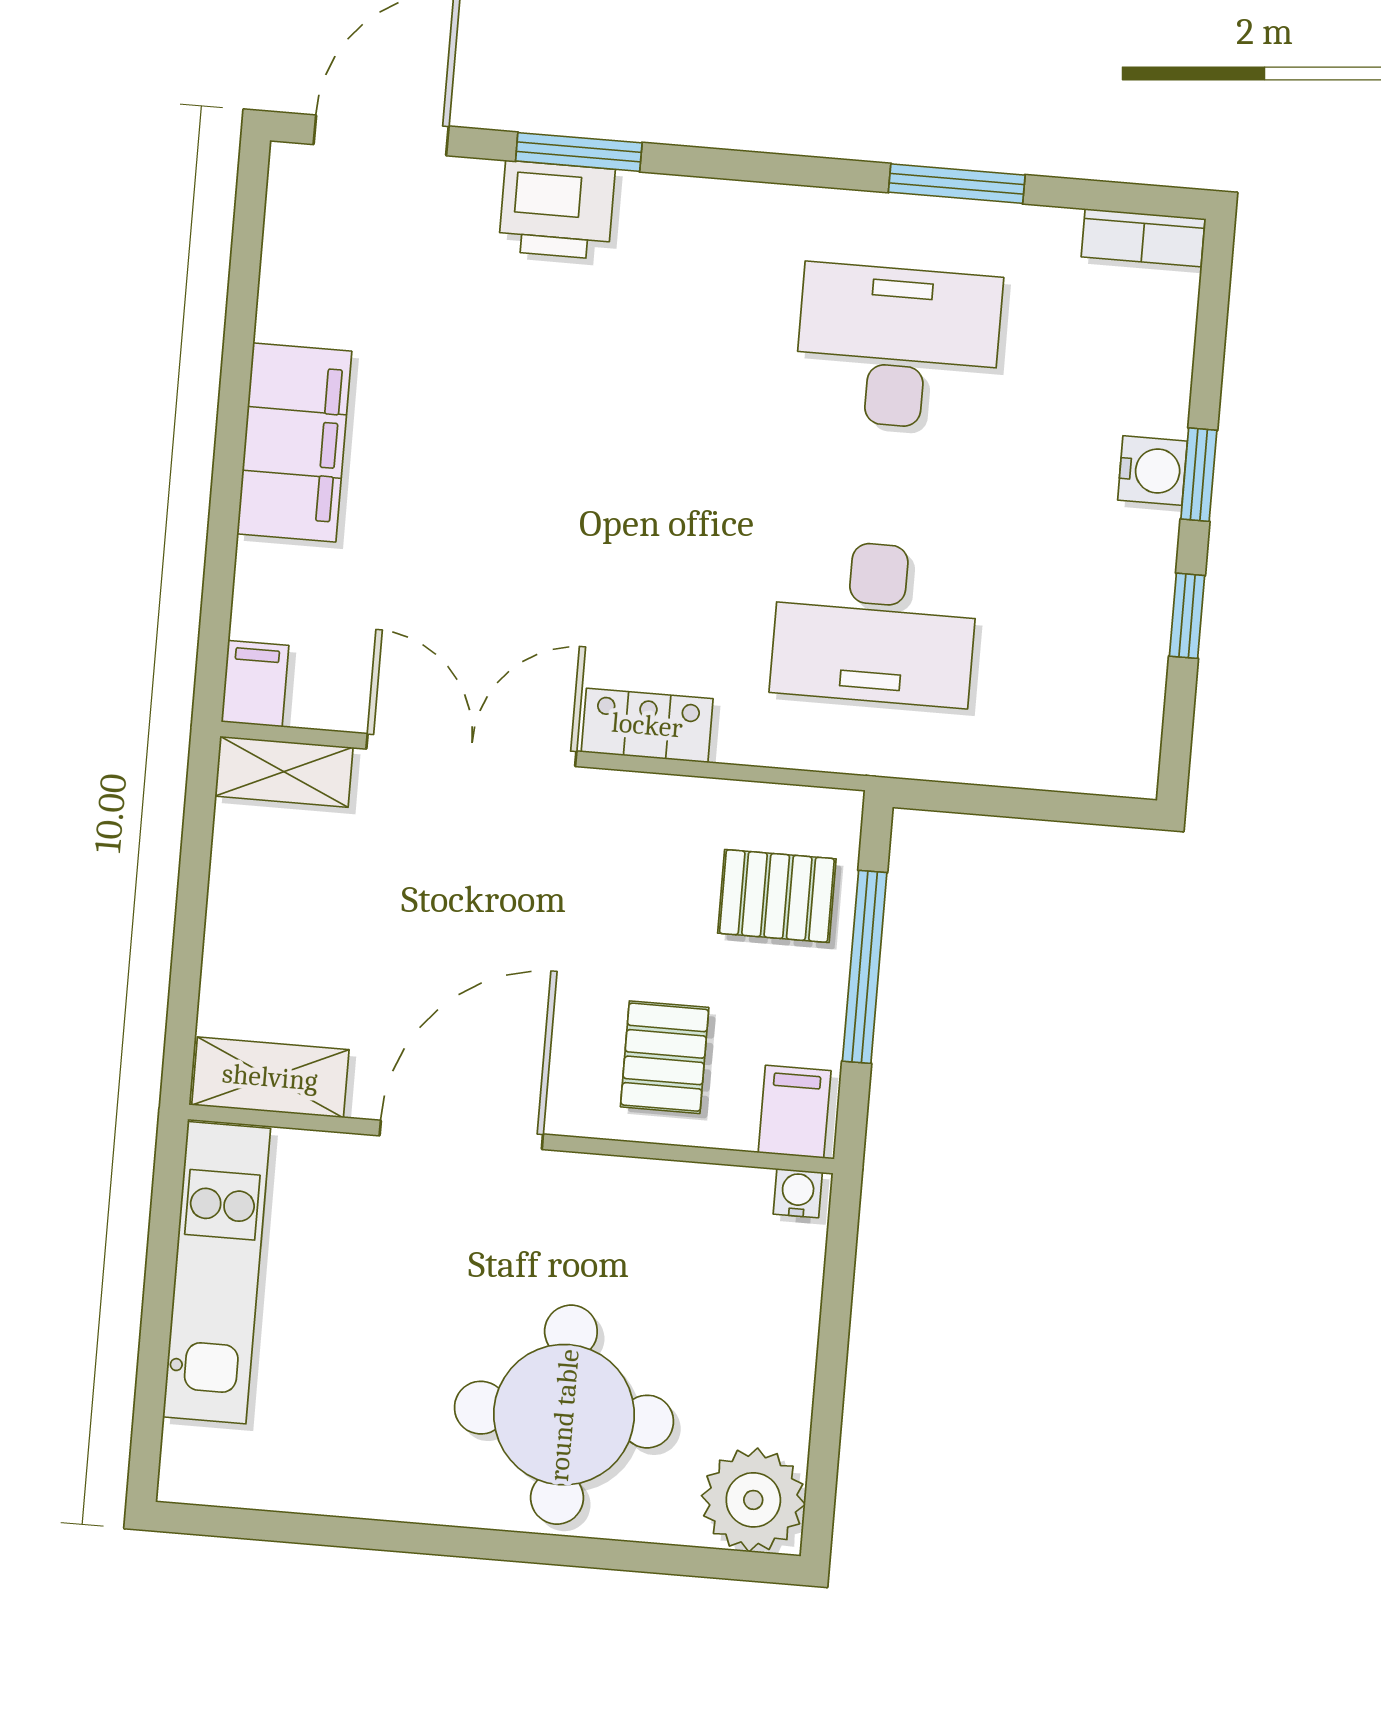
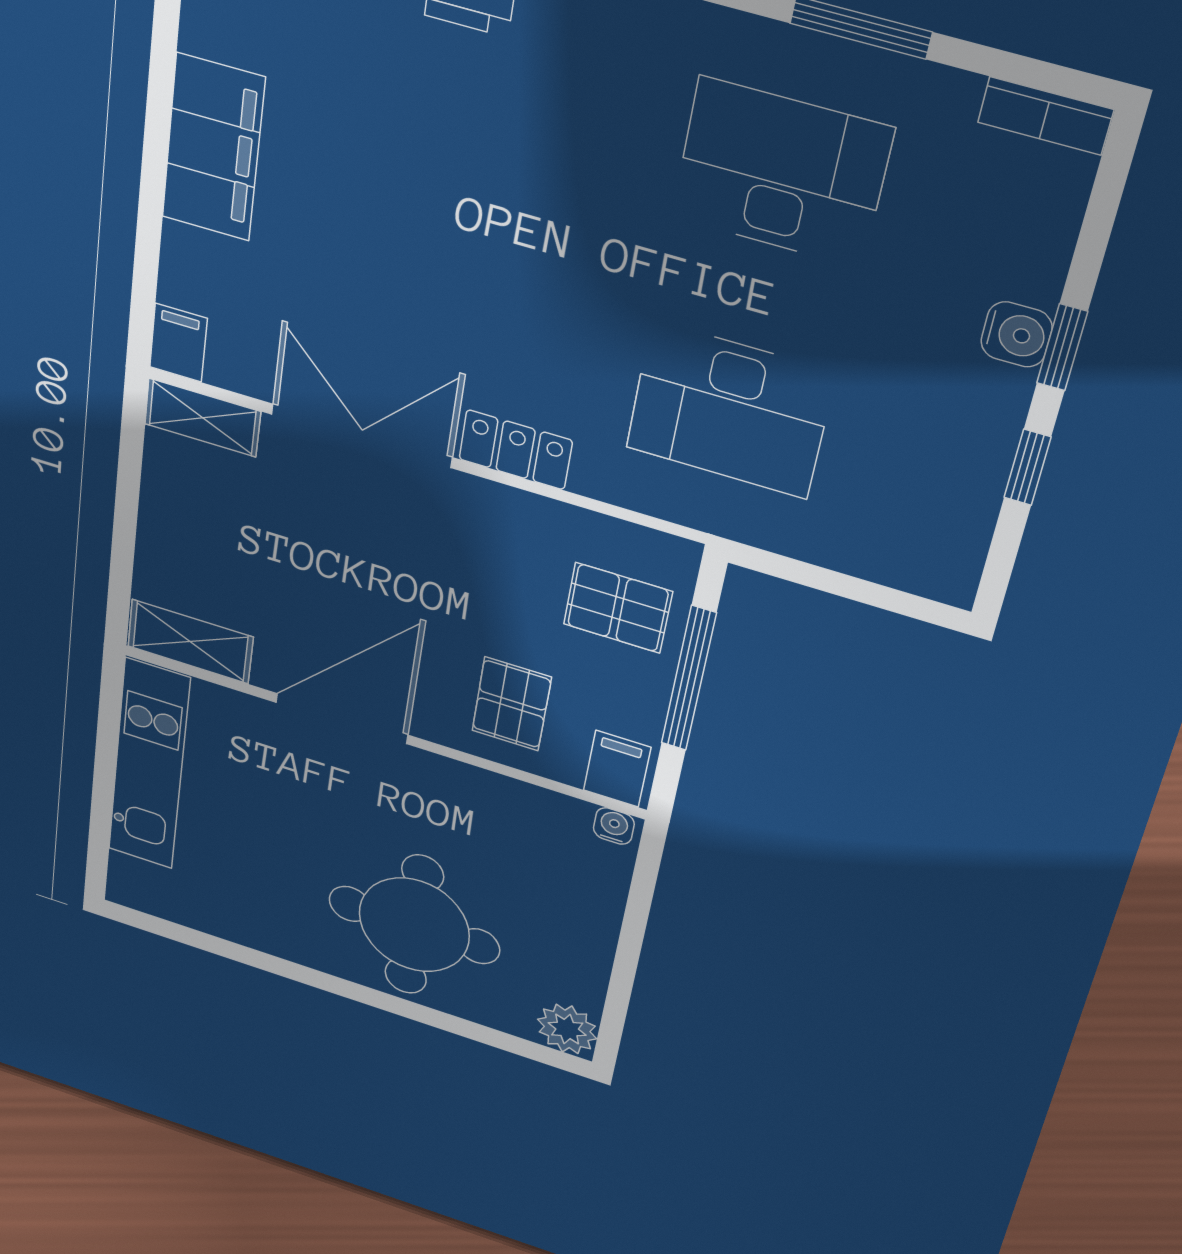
plant: (753, 1500) -> (567, 1029), width x0.73, depth x0.73

